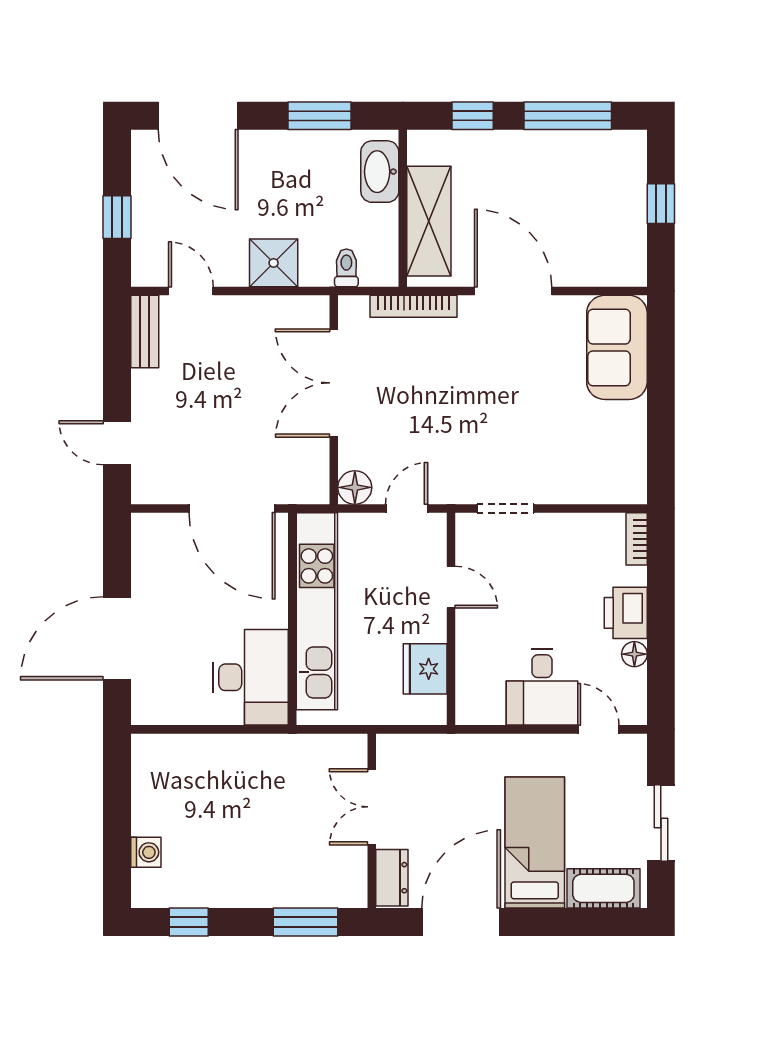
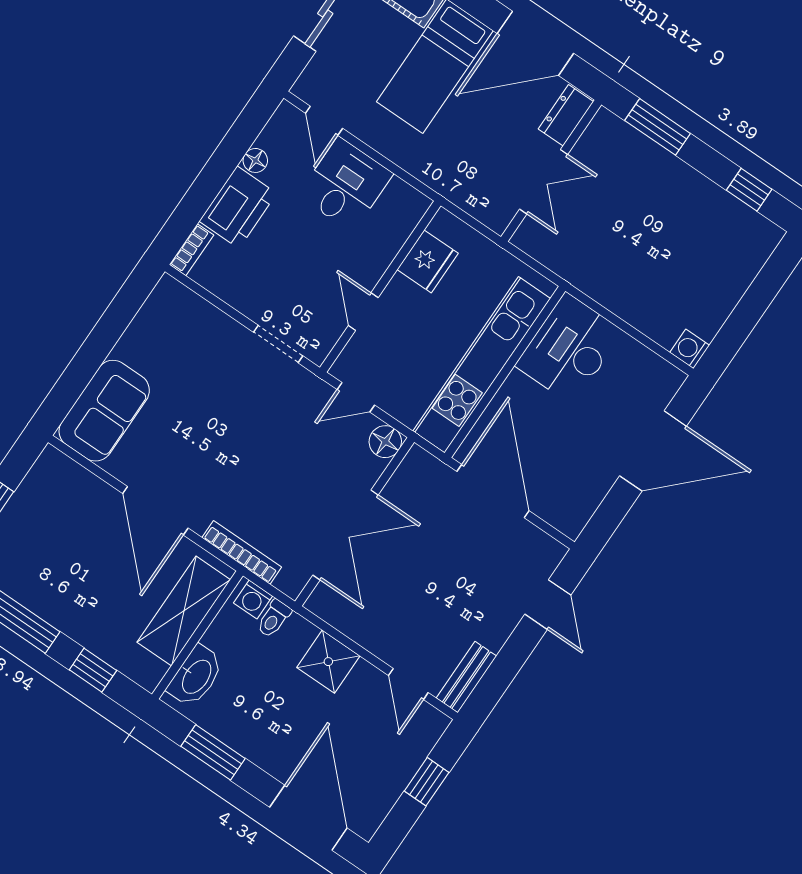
washing machine: (376, 272) -> (253, 599), added
printer: (626, 613) -> (238, 207), width x1.37, depth x1.19
washing machine: (146, 852) -> (690, 349), moved

